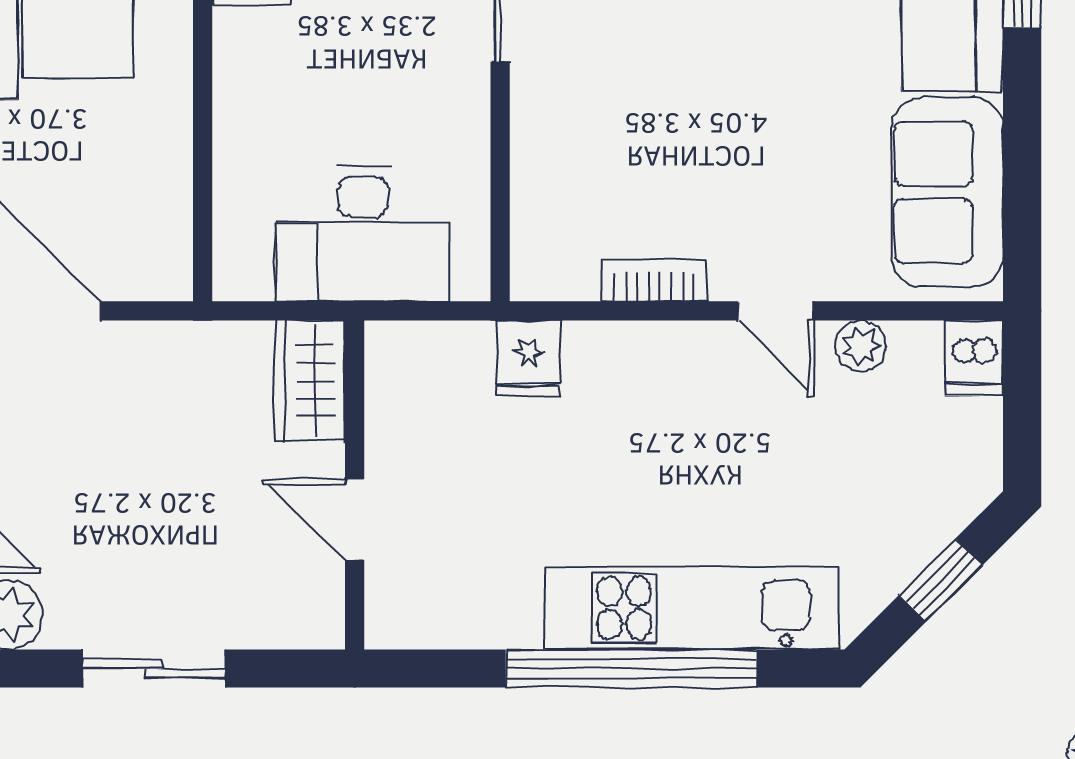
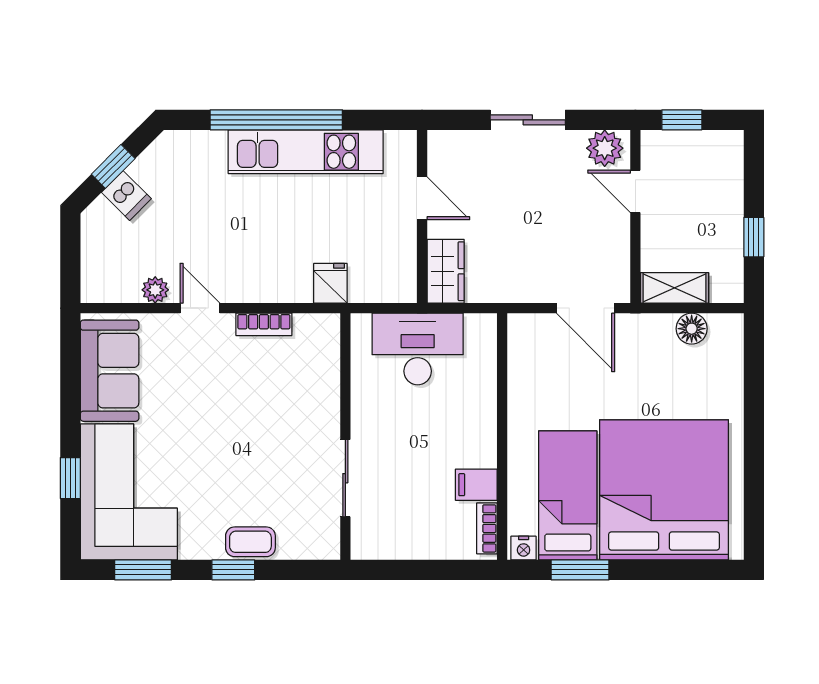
dishwasher: (974, 358) -> (126, 196), moved, turned 135
kitchen unit: (692, 608) -> (306, 152), moved

